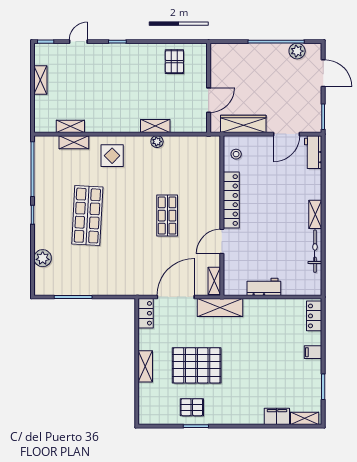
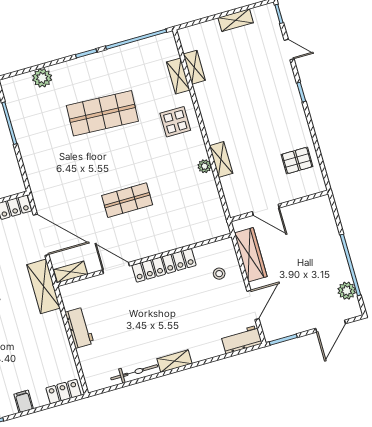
door: (286, 134) -> (253, 305), swing flipped
stool: (236, 154) -> (219, 274), moved

